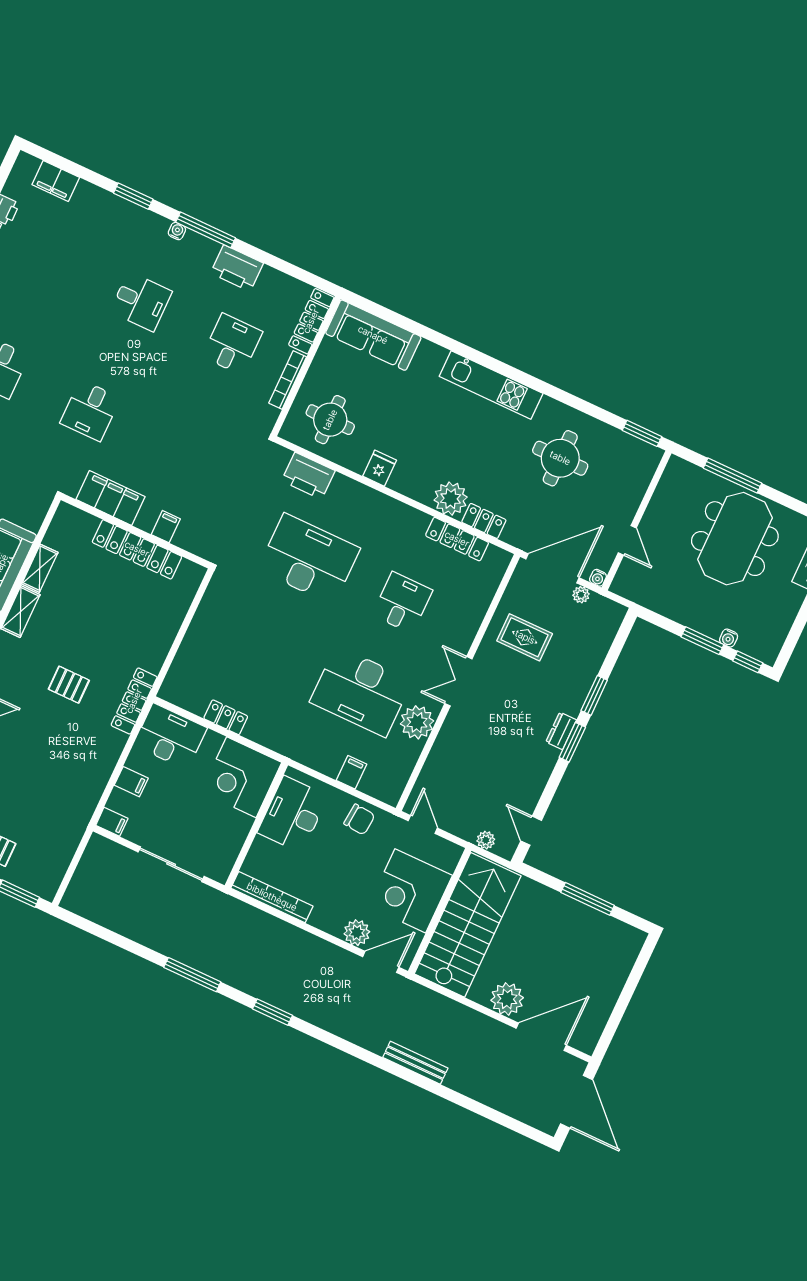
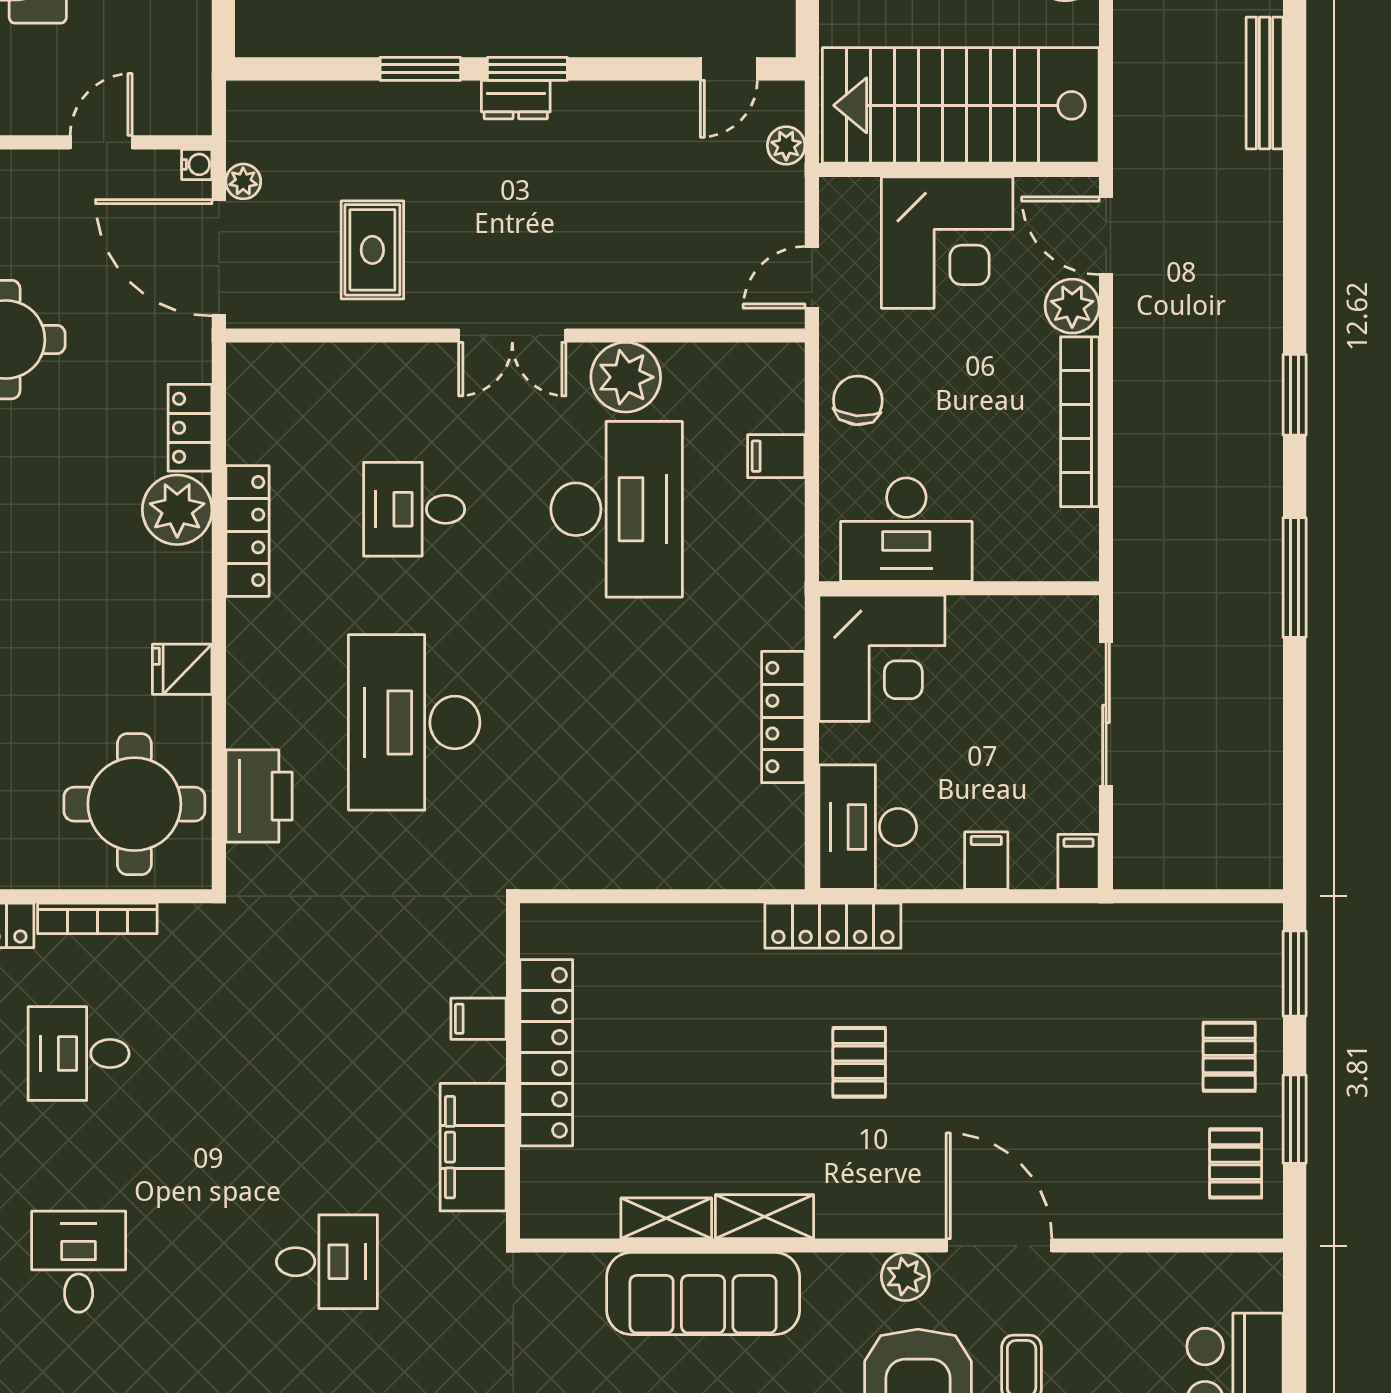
round table: (330, 420) -> (134, 804), width x1.36, depth x1.36
locker: (457, 539) -> (247, 531), moved
locker: (226, 717) -> (783, 717), width x1.53
bookcase: (272, 897) -> (1080, 422), moved

